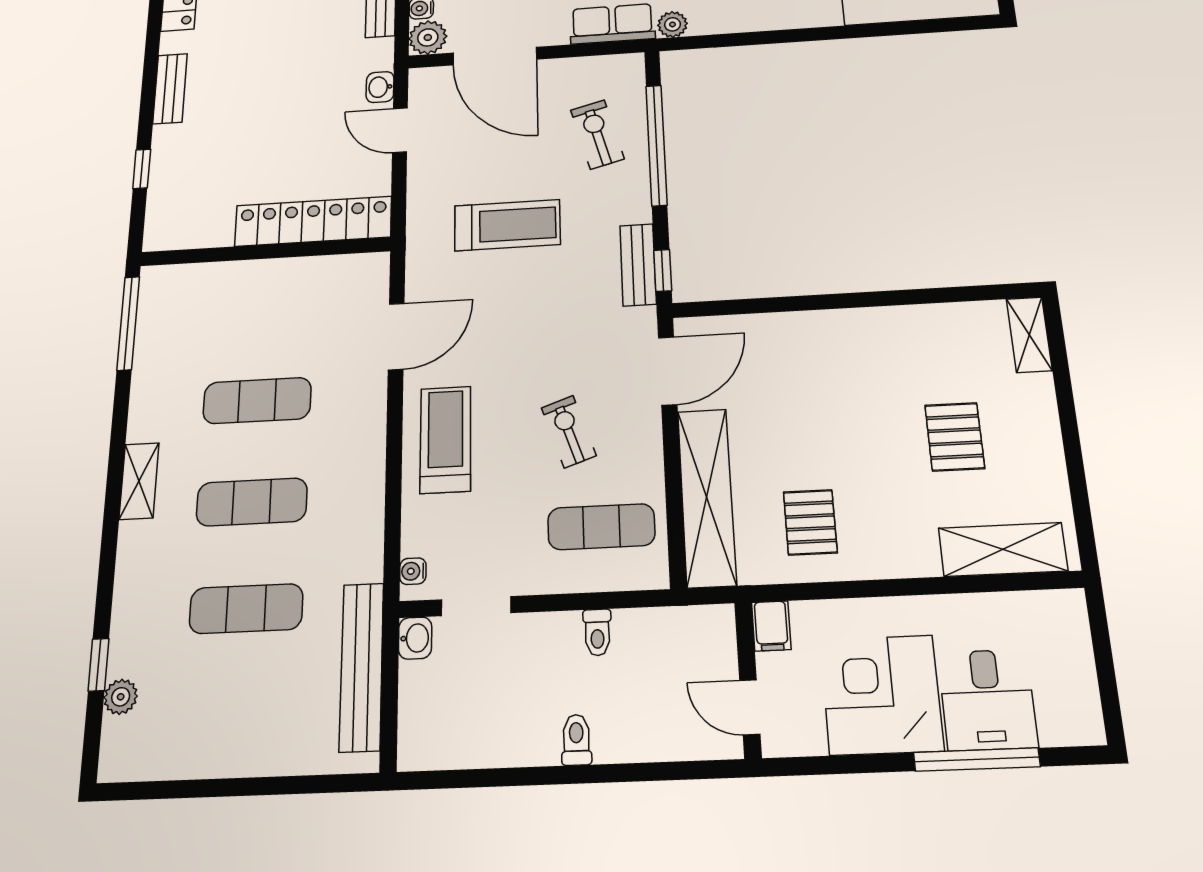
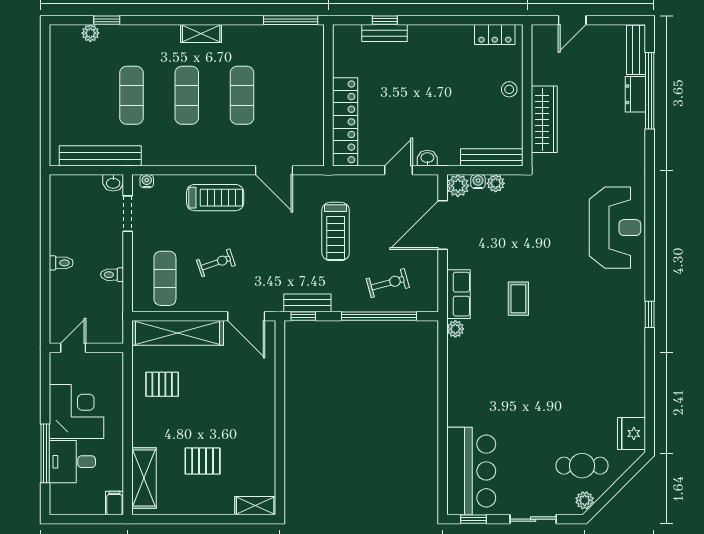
bench: (170, 89) -> (385, 33), moved
filing cabinet: (771, 626) -> (114, 503), moved, turned 90

